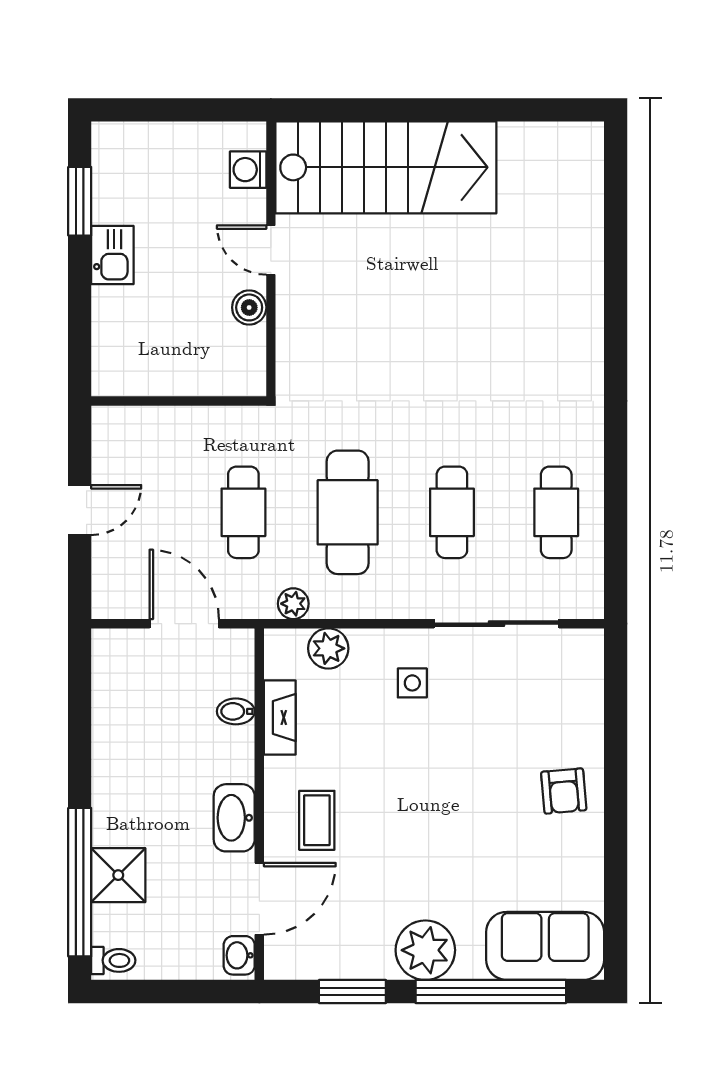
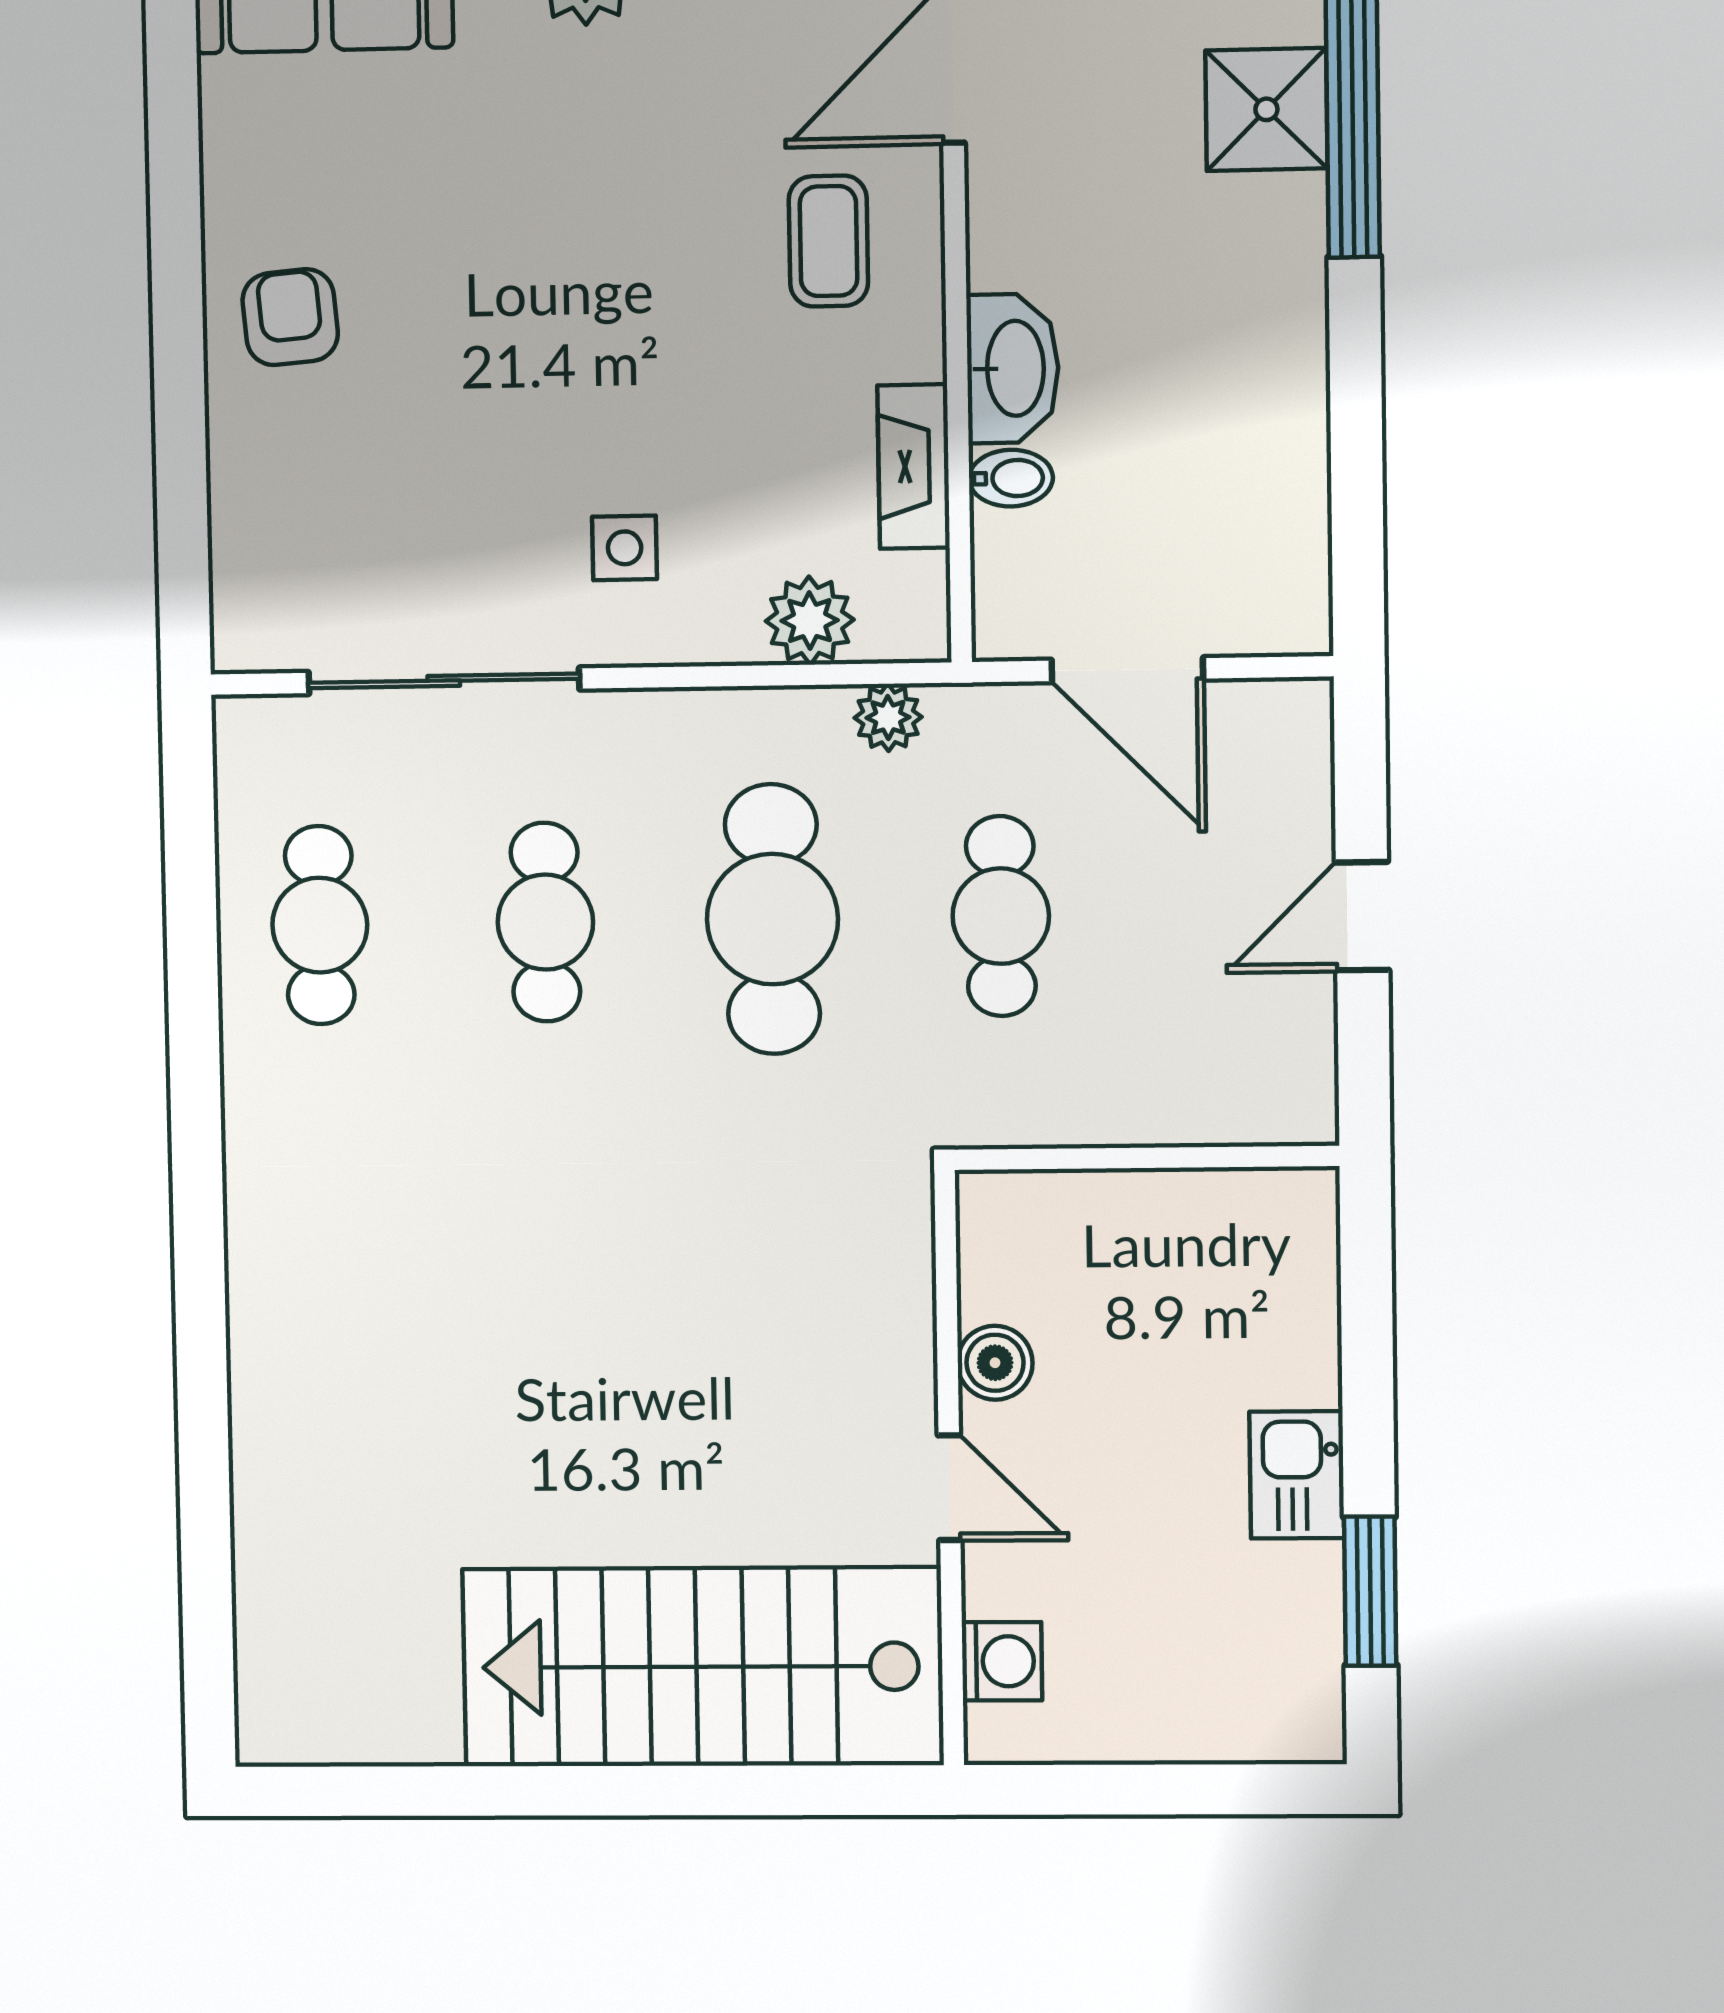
washbasin: (234, 818) -> (1013, 368), moved

